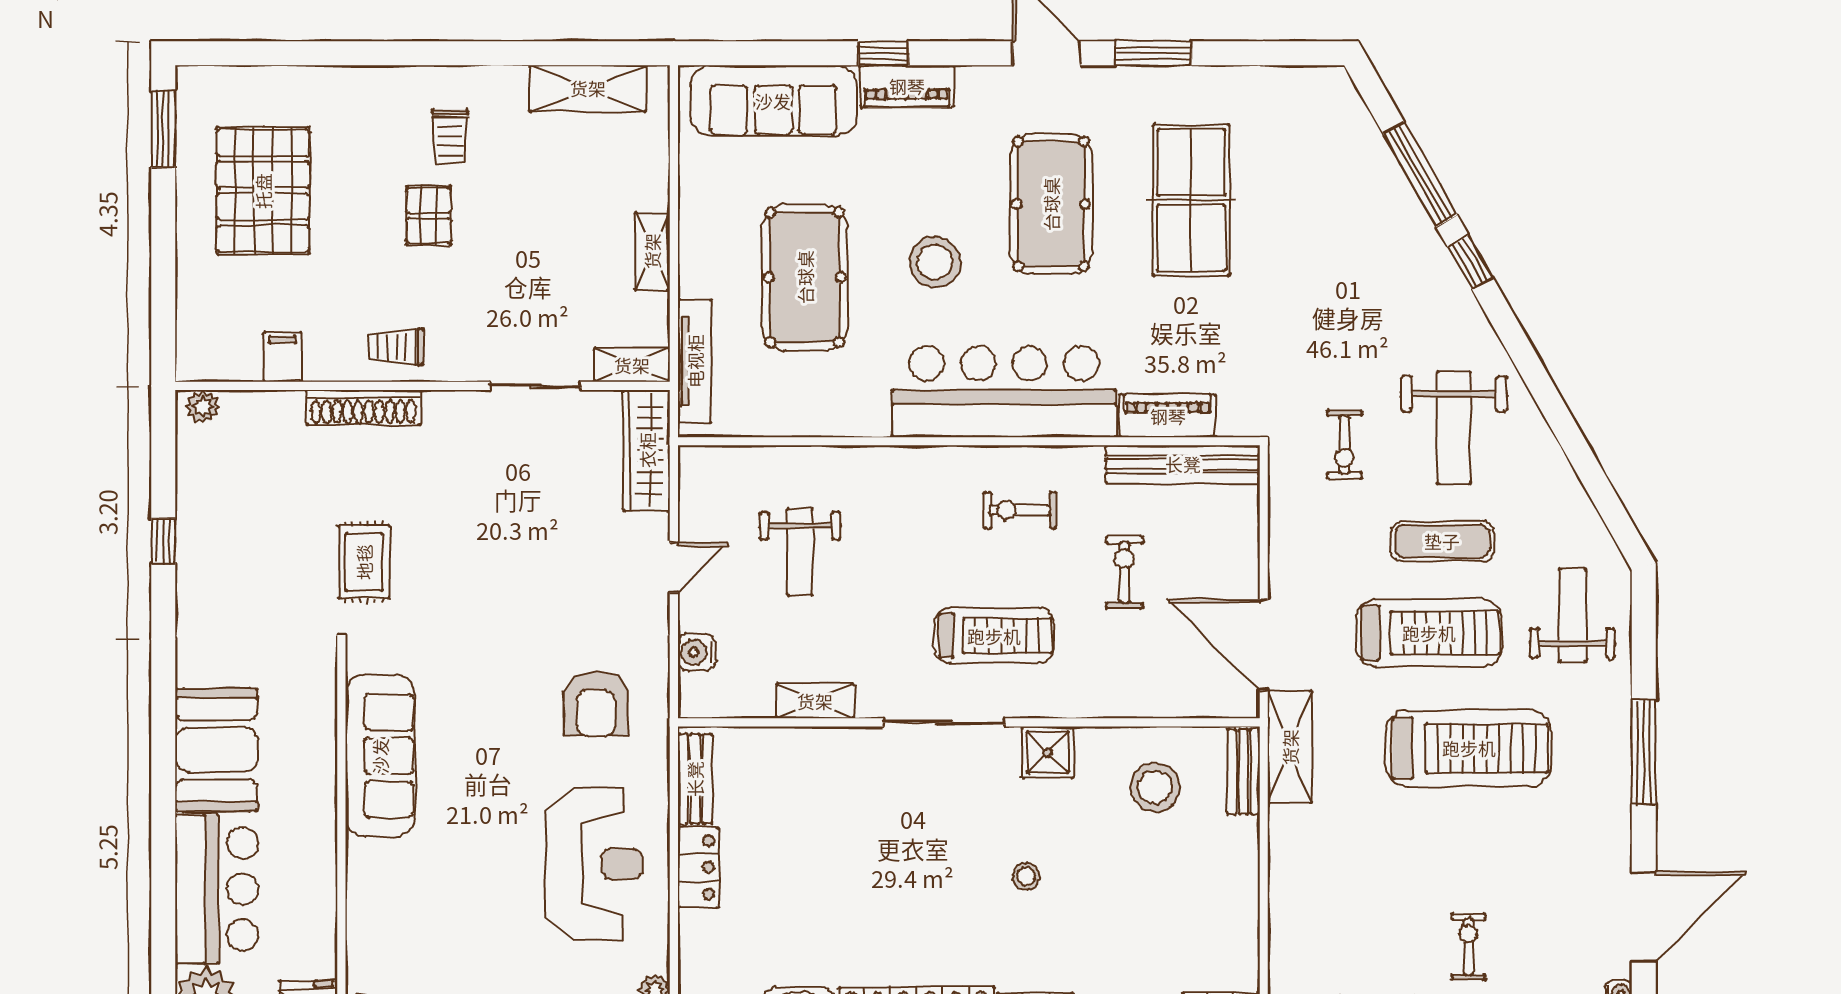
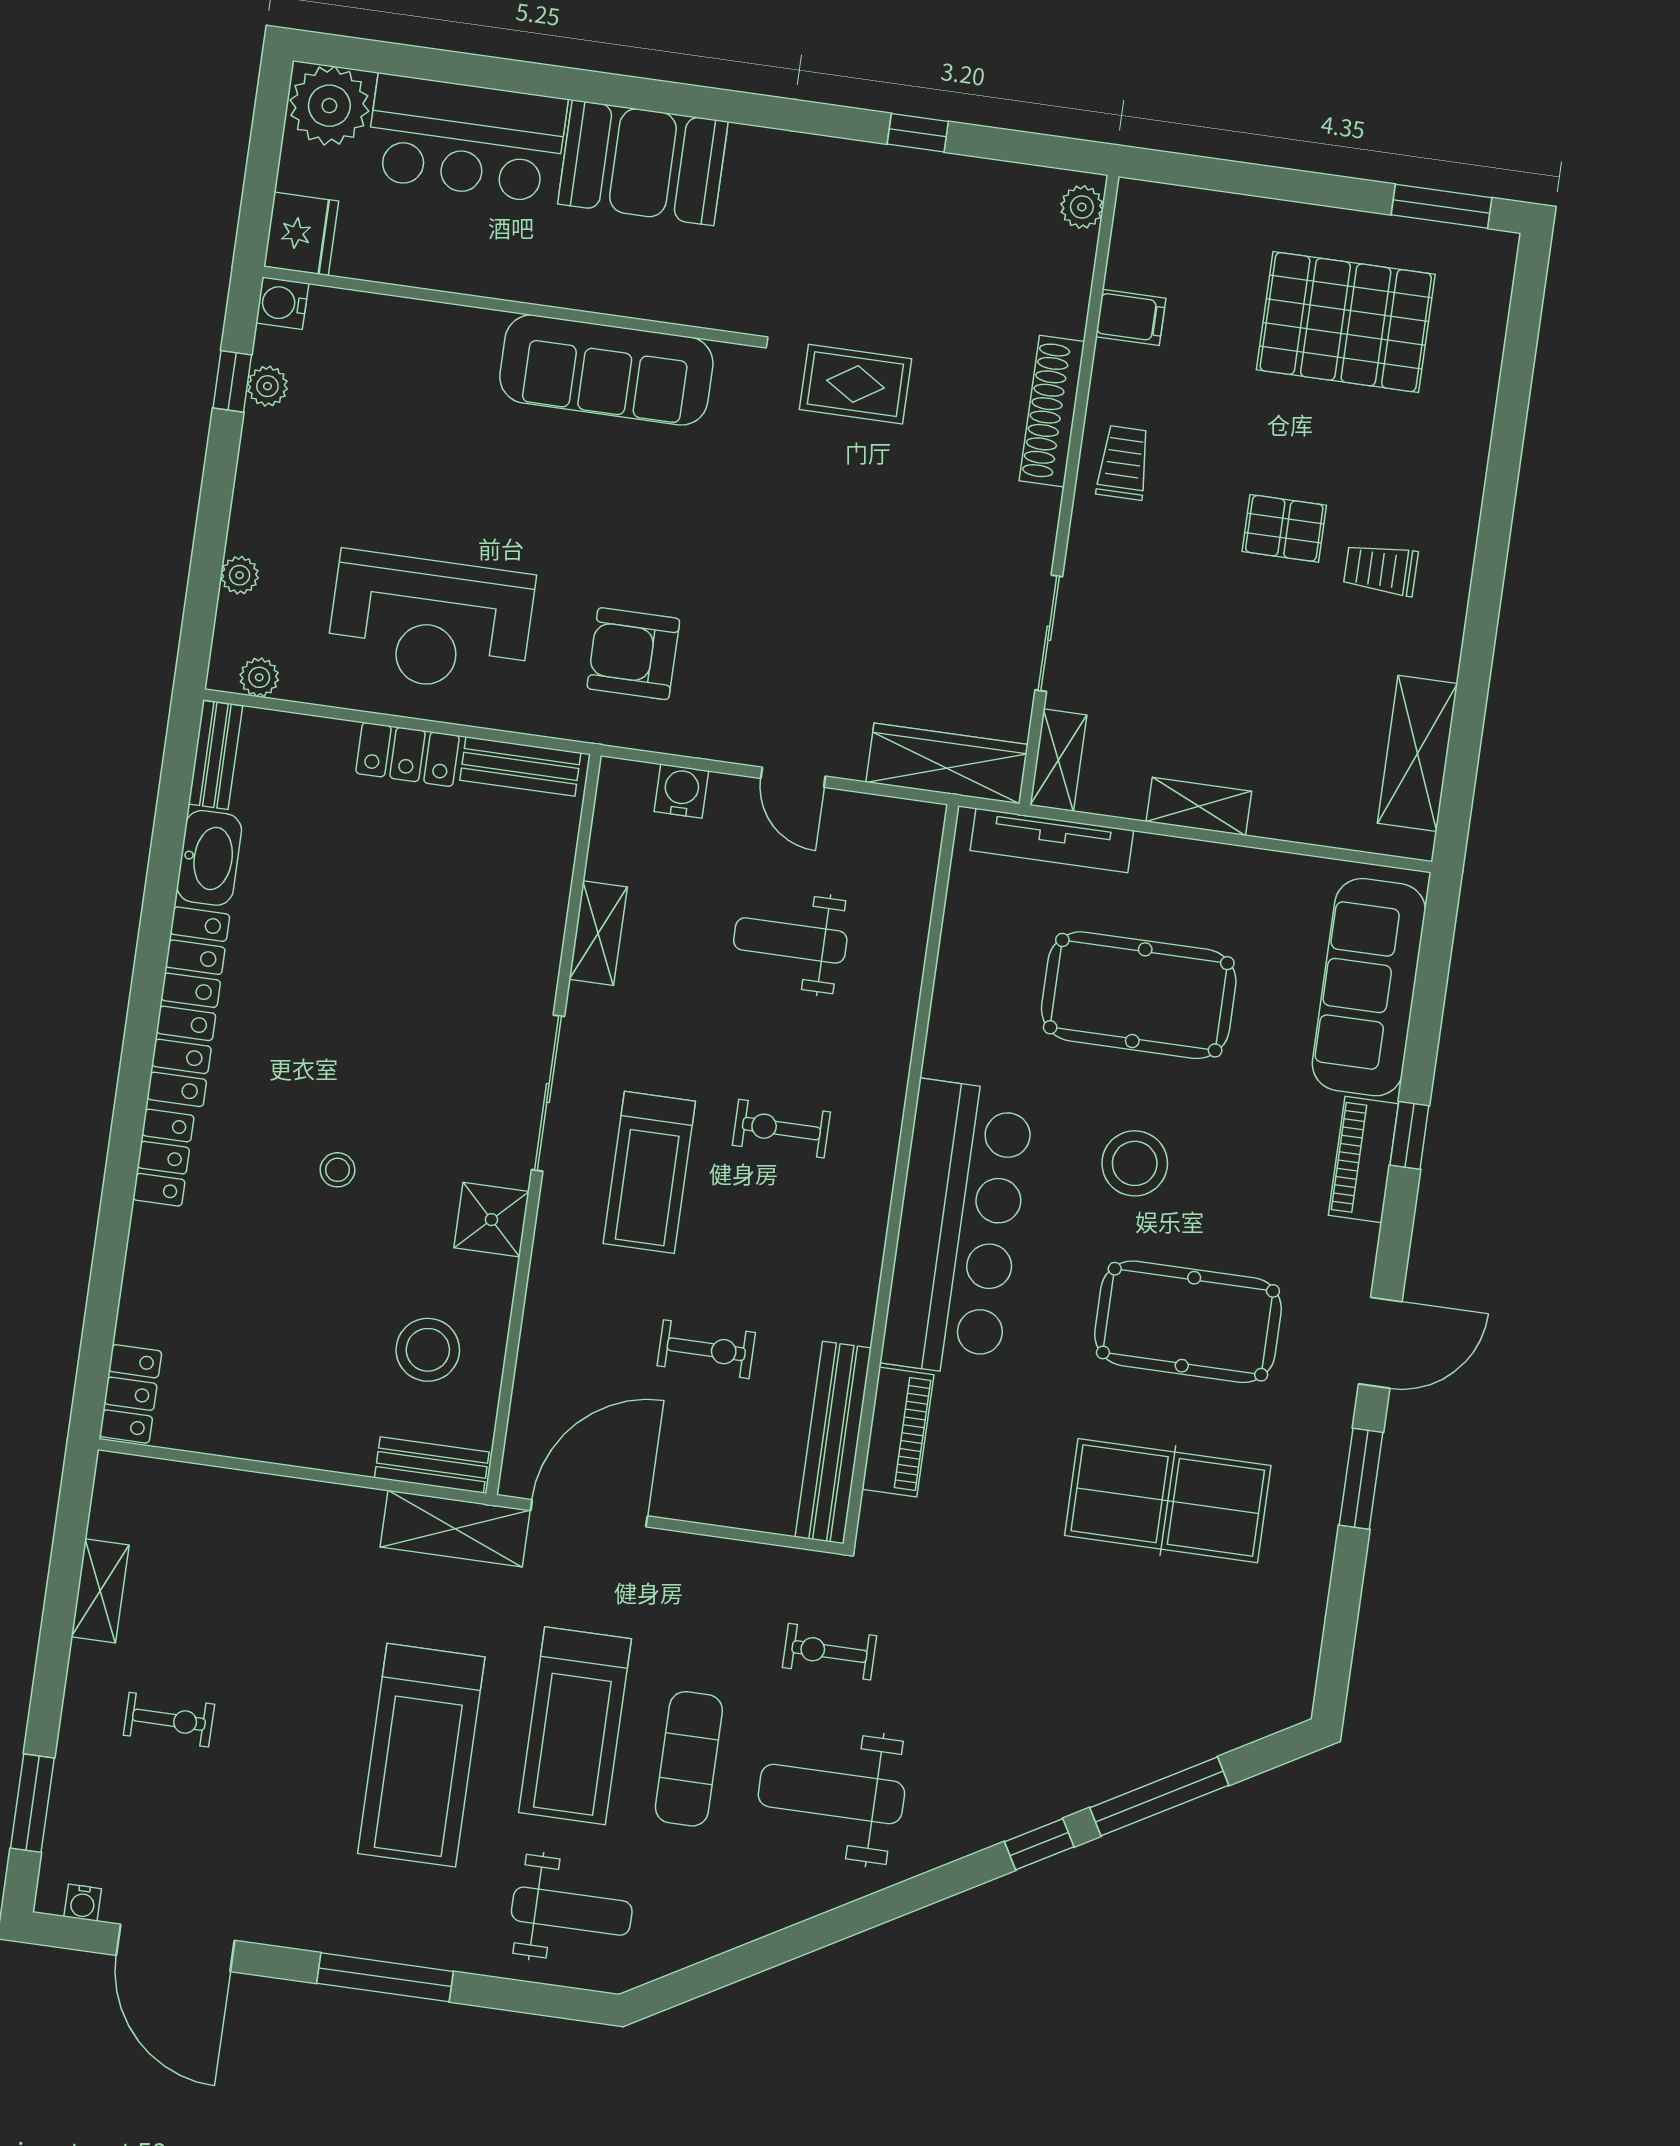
exercise bike: (1020, 510) -> (781, 1129), moved, turned -90

